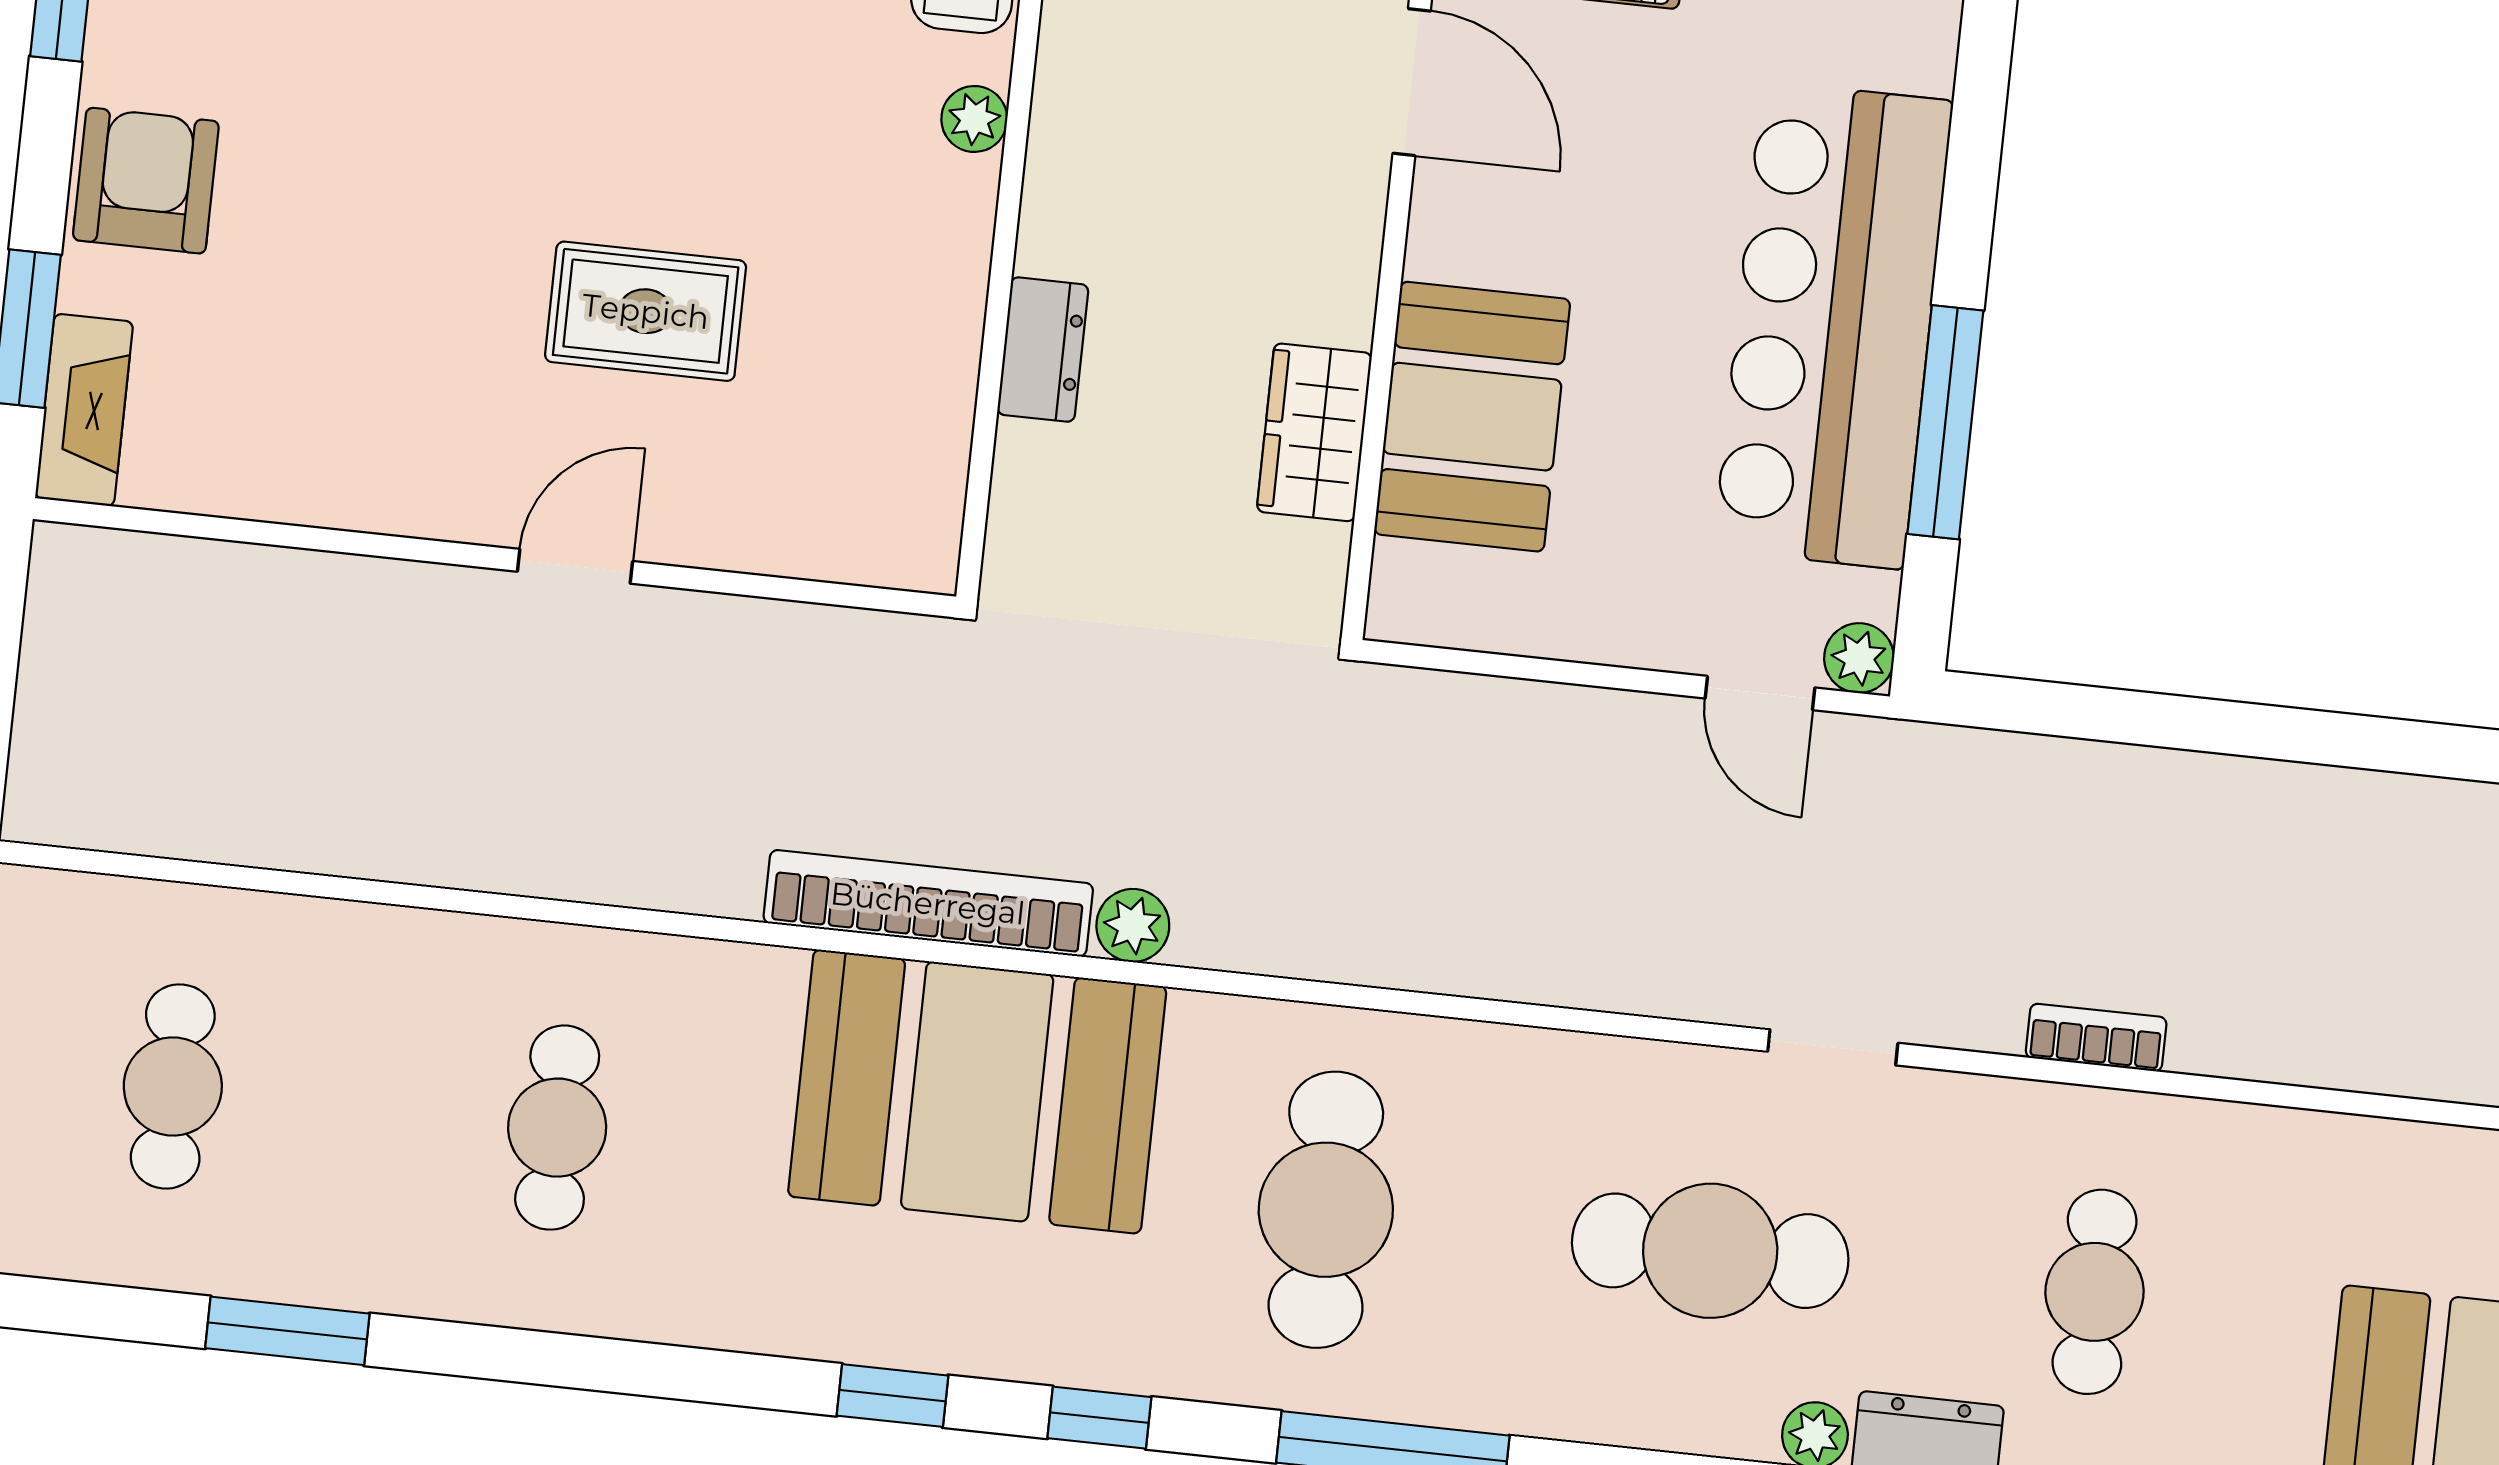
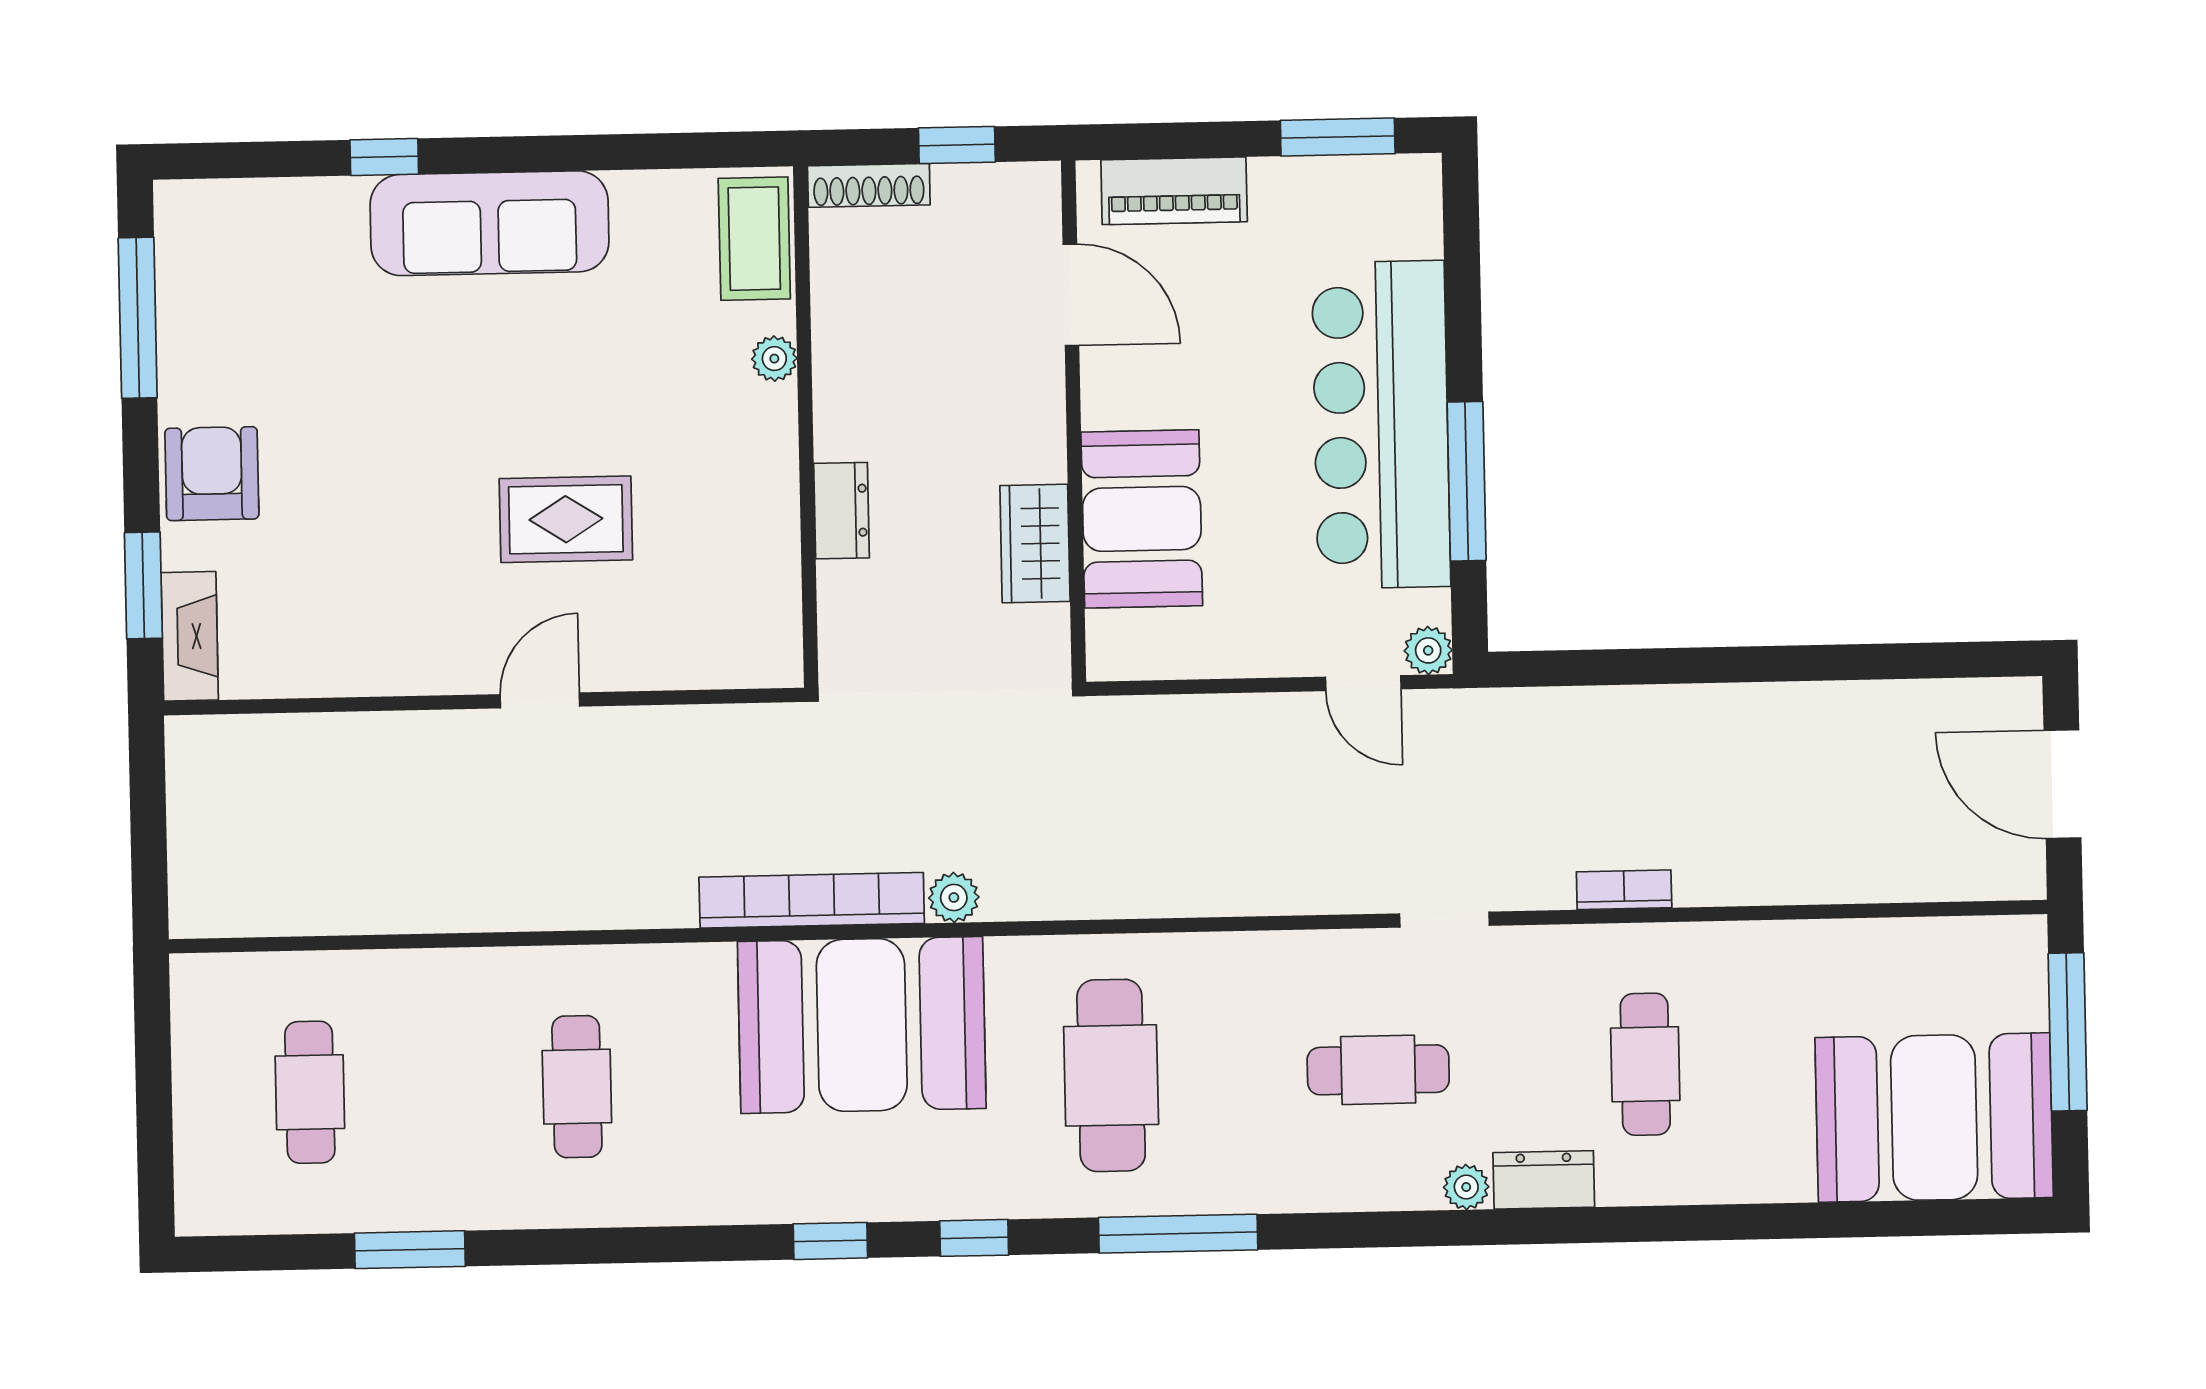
cafe table: (1710, 1251) -> (1378, 1070), width x0.73, depth x0.74

